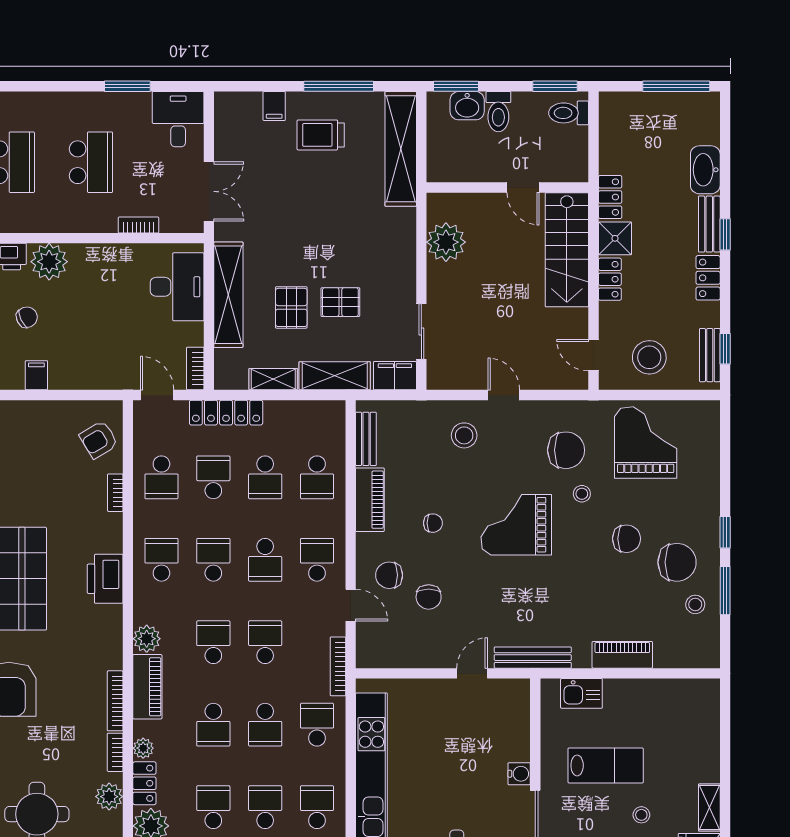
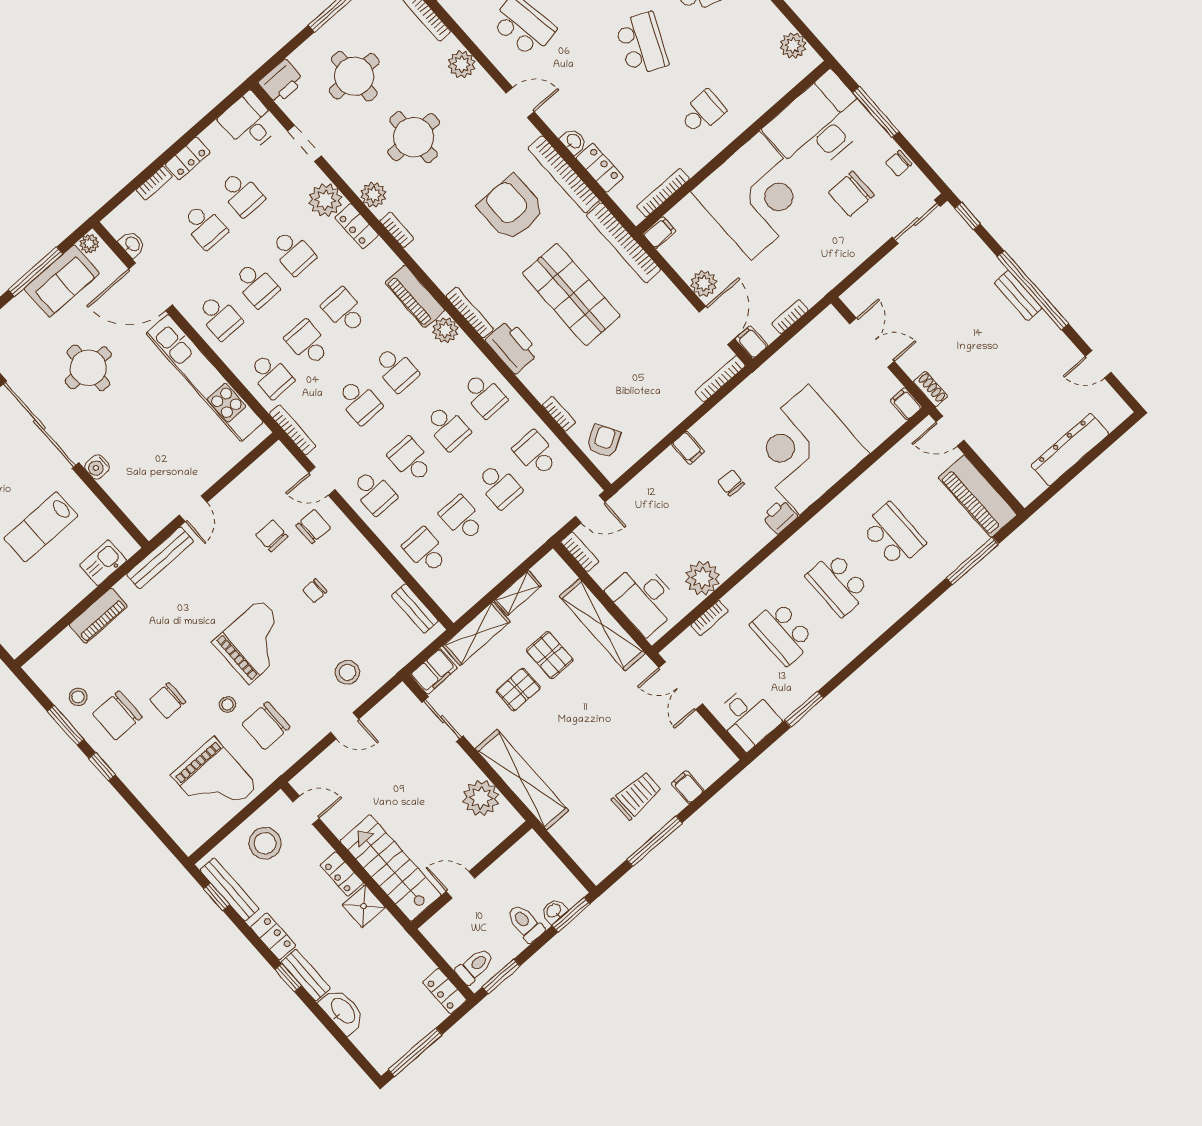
washbasin: (467, 106) -> (554, 911), width x0.72, depth x0.69
shelving: (401, 149) -> (522, 780), moved
locker: (610, 197) -> (445, 991), moved
plant: (49, 262) -> (702, 578), moved
chair: (27, 317) -> (731, 483), turned 117
bench: (710, 355) -> (230, 890), width x1.36
locker: (226, 413) -> (530, 540), removed
piano: (370, 500) -> (374, 568), removed
bookcase: (115, 701) -> (470, 313), moved
plant: (143, 748) -> (379, 250), removed

